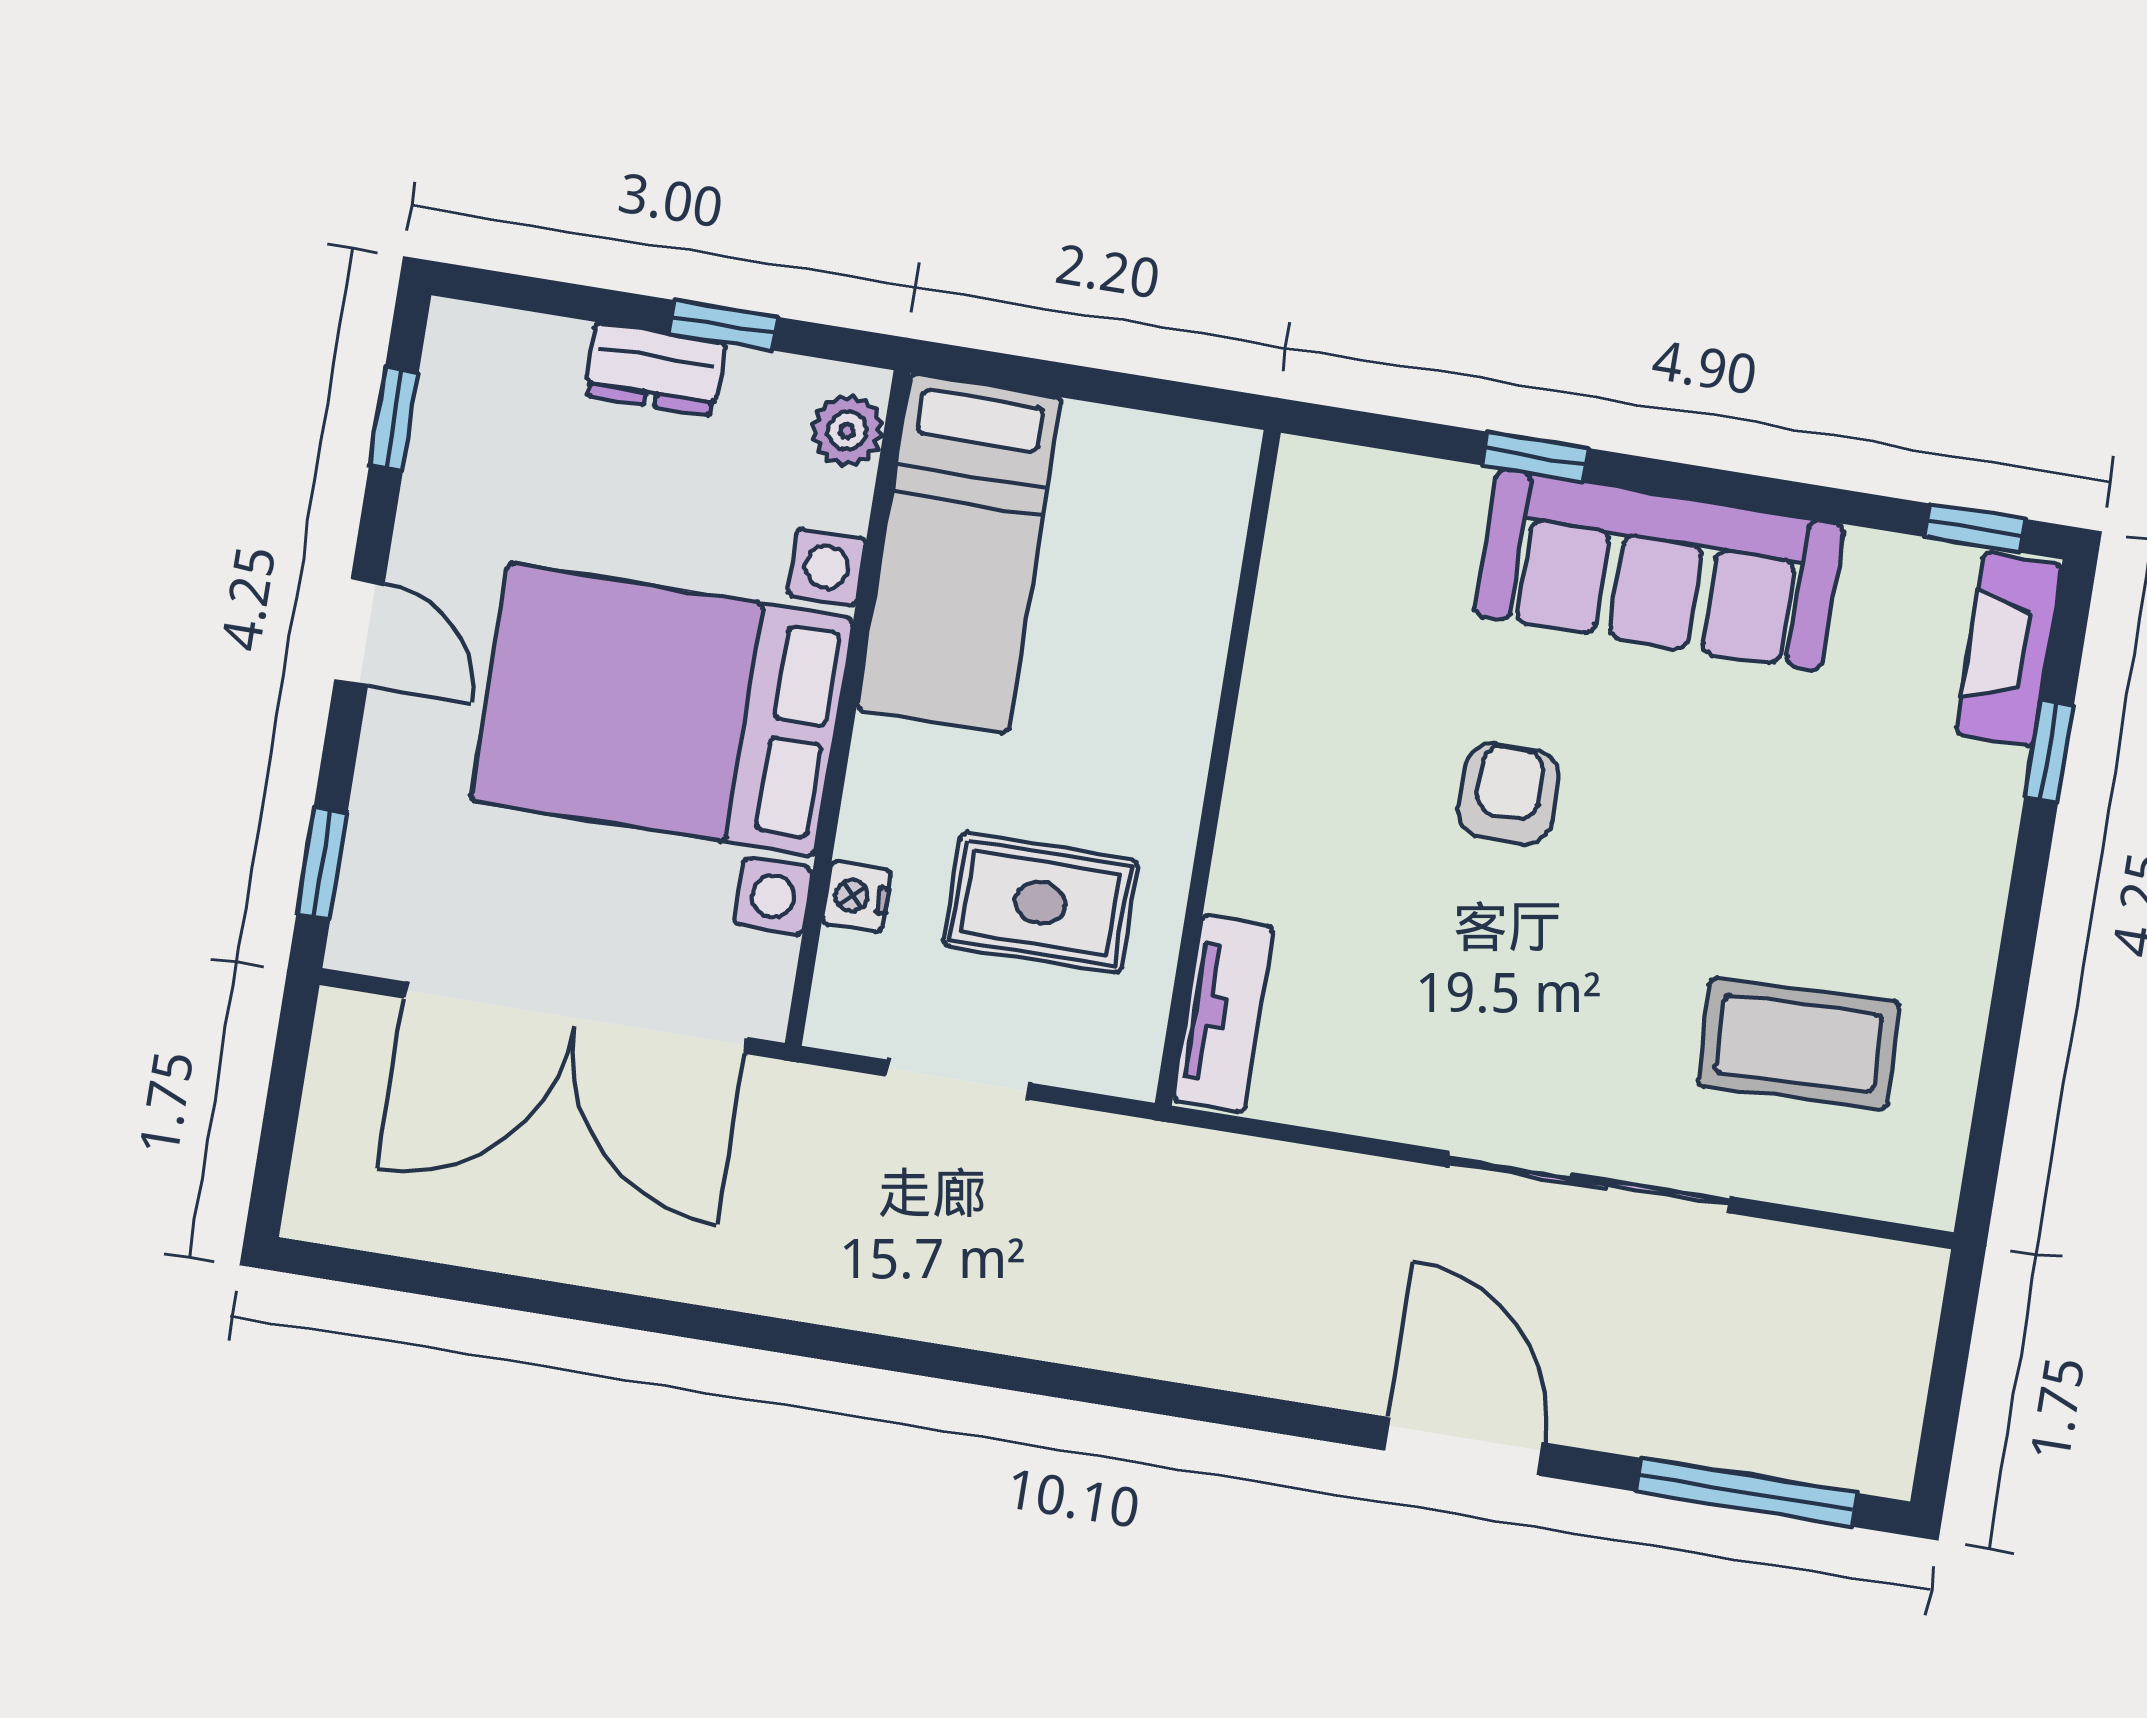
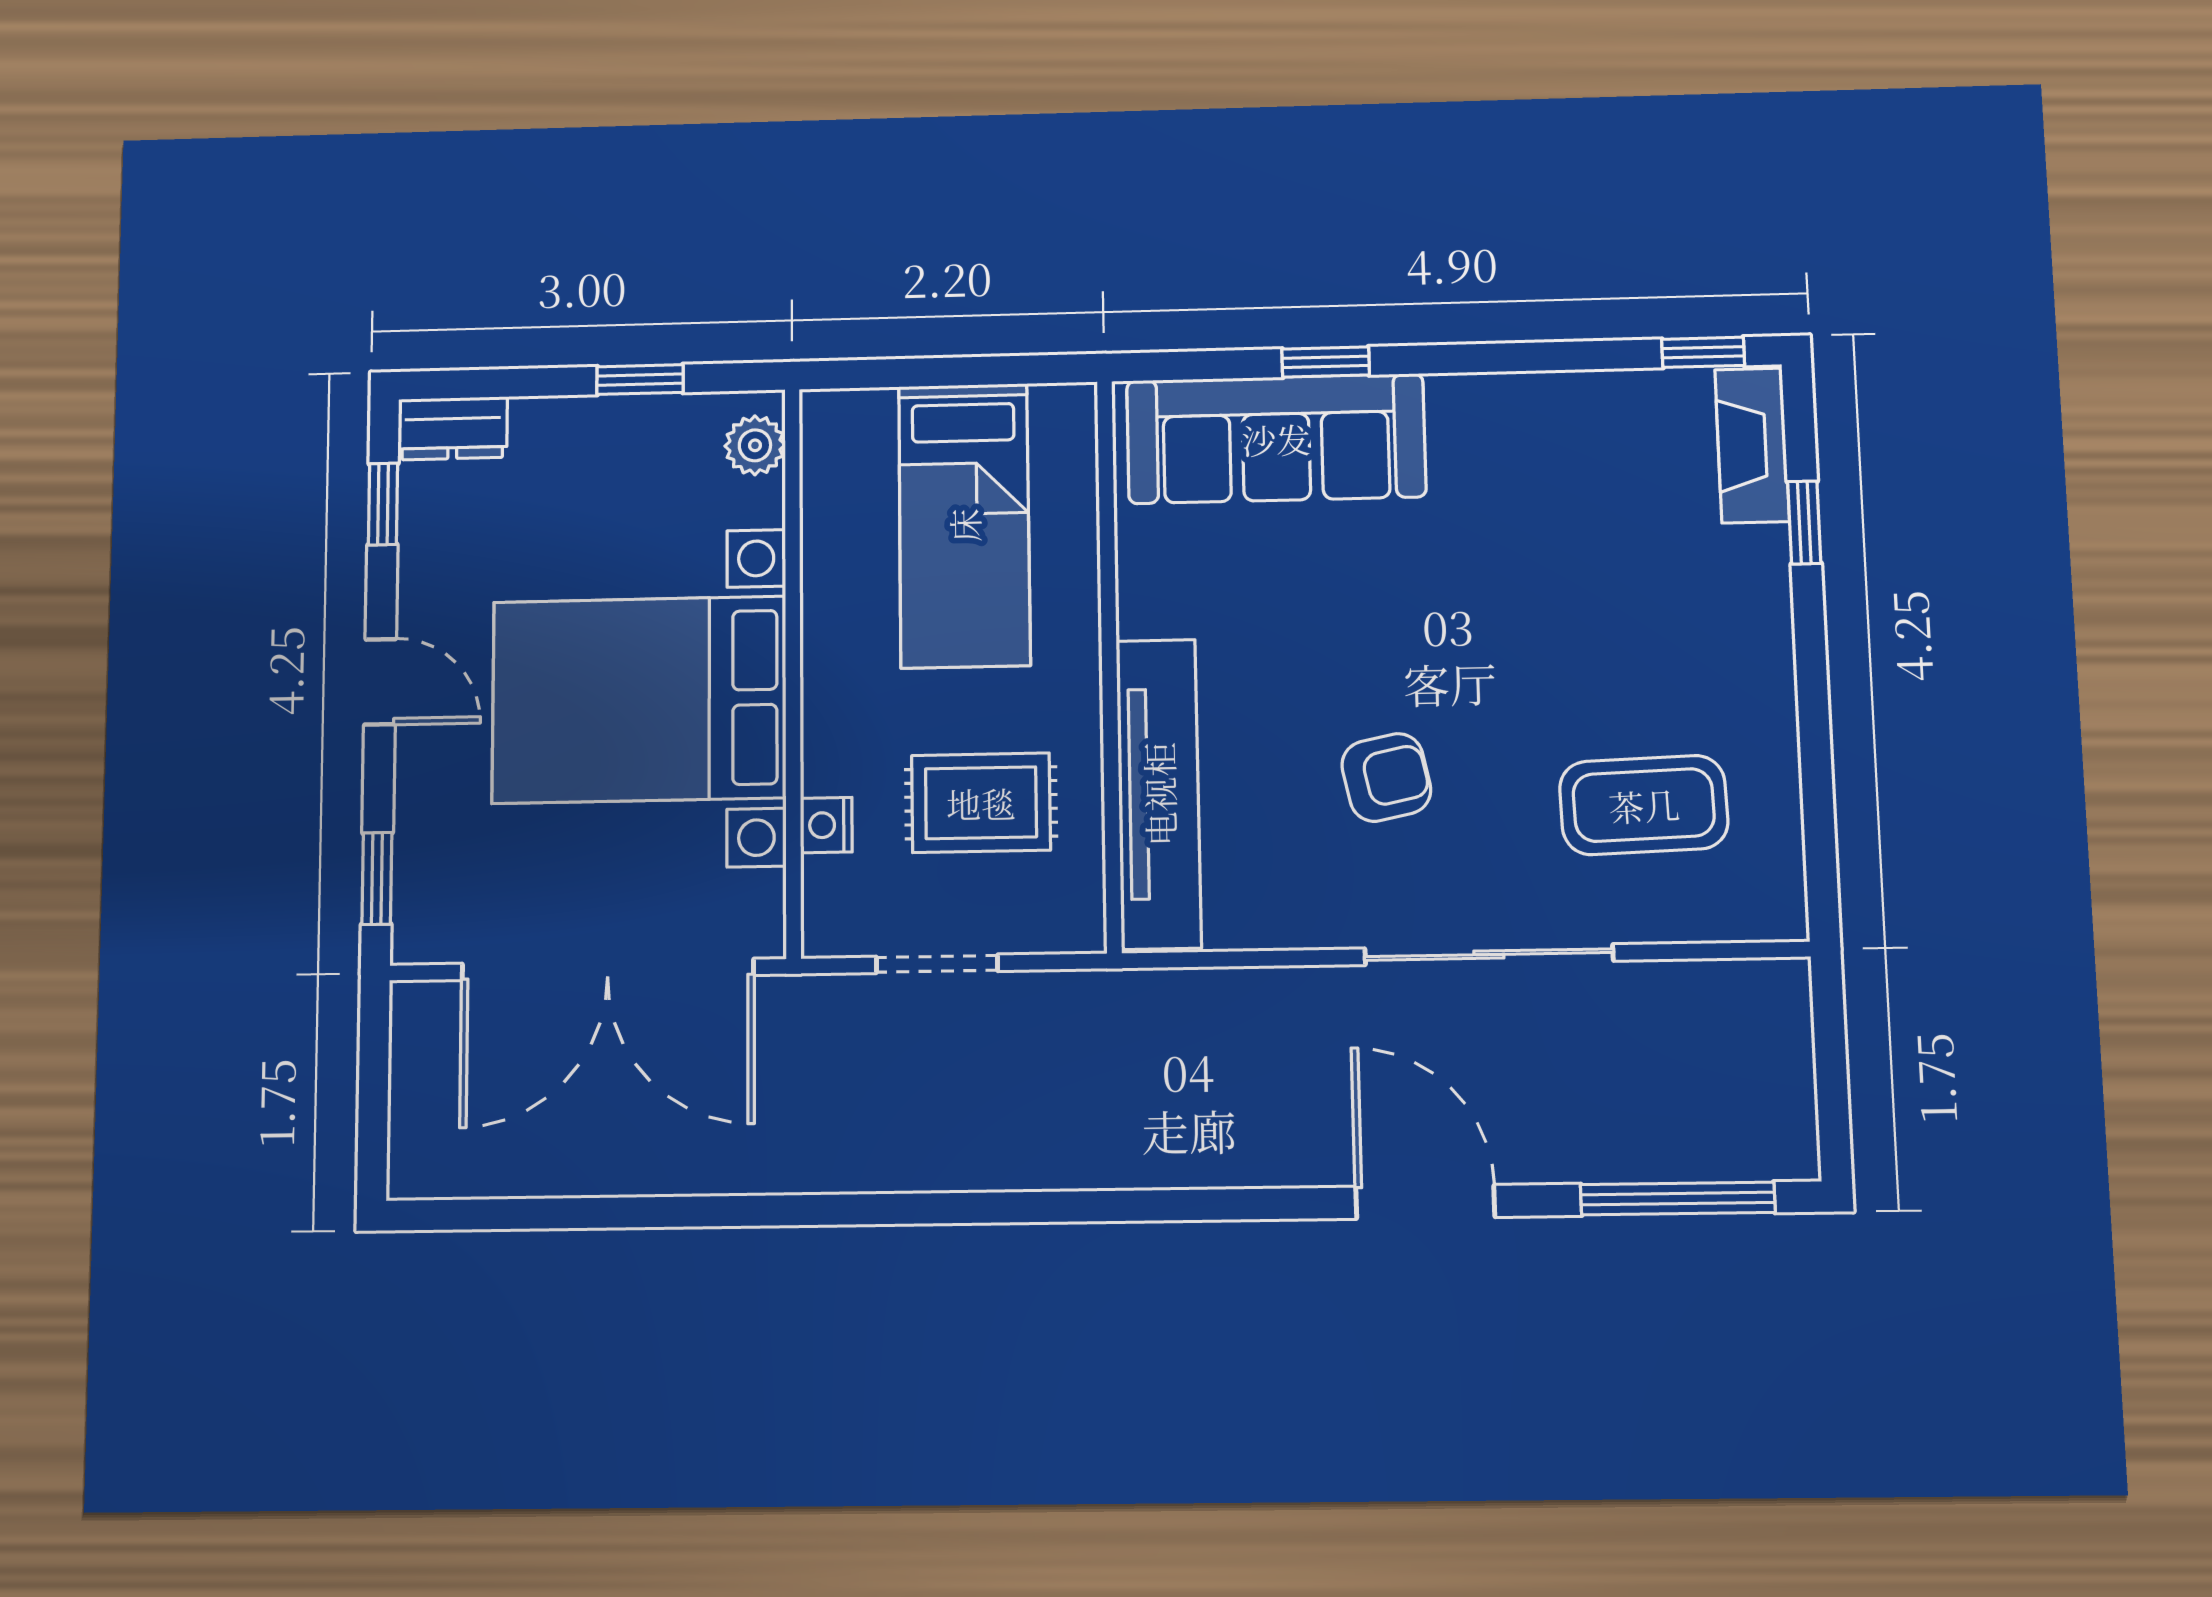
dresser: (655, 369) -> (453, 428), moved
bed: (959, 553) -> (964, 525), moved
sofa: (1659, 570) -> (1276, 439), moved
armchair: (1509, 794) -> (1386, 777), moved, turned 78
tv unit: (1223, 1014) -> (1159, 794), width x1.92, depth x1.29

